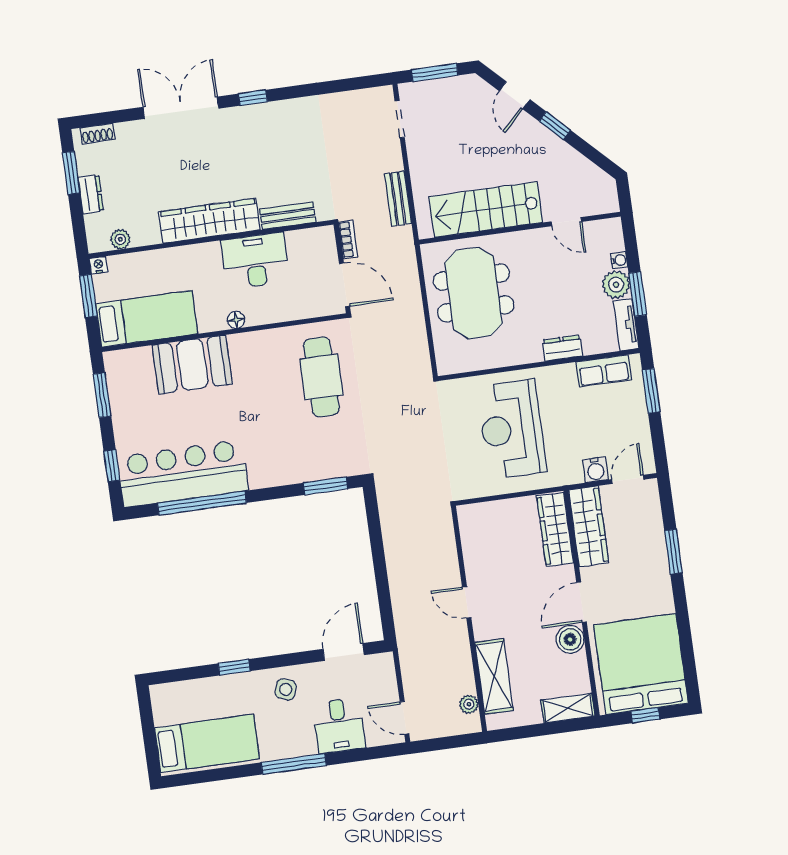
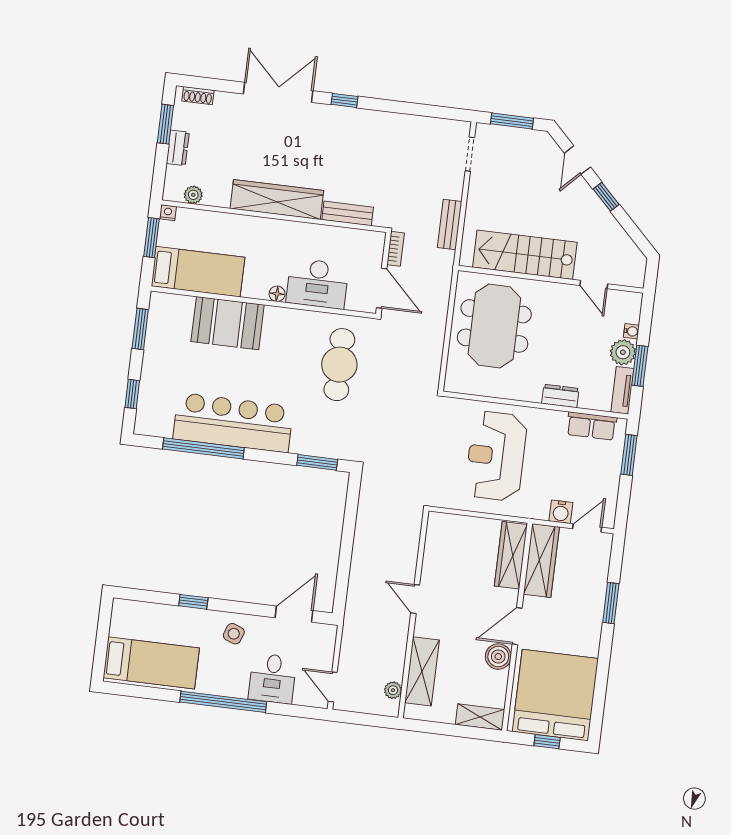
desk: (255, 261) -> (317, 284), moved, turned 180
bar counter: (183, 474) -> (233, 423), moved
window: (294, 764) -> (223, 702), width x1.46

